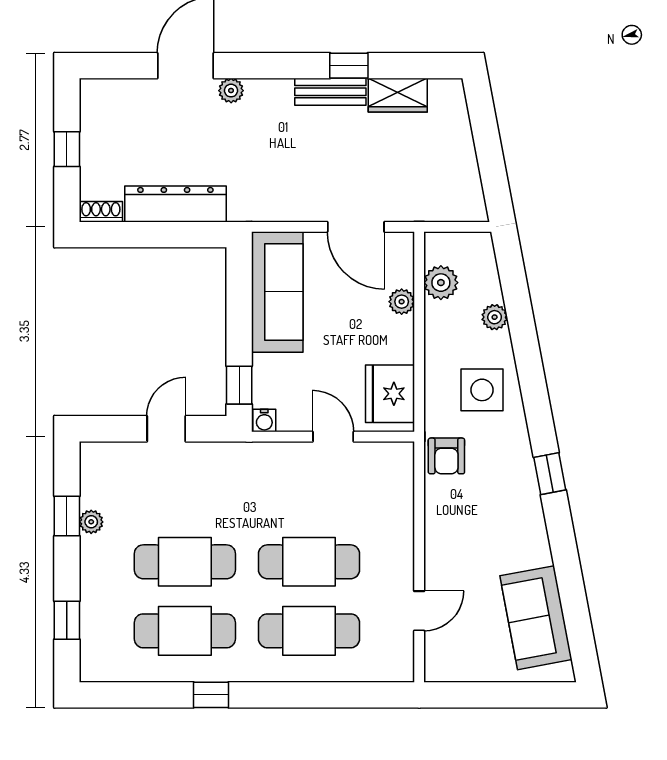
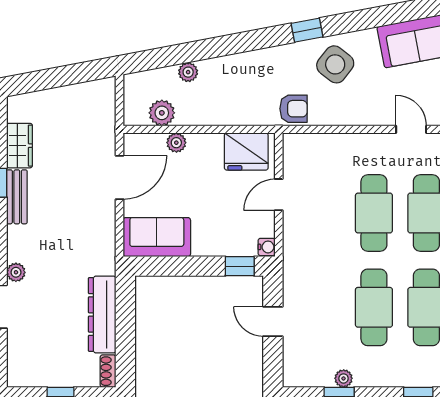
sofa: (277, 292) -> (157, 237), width x0.73
side table: (482, 390) -> (335, 64), moved, turned 38

